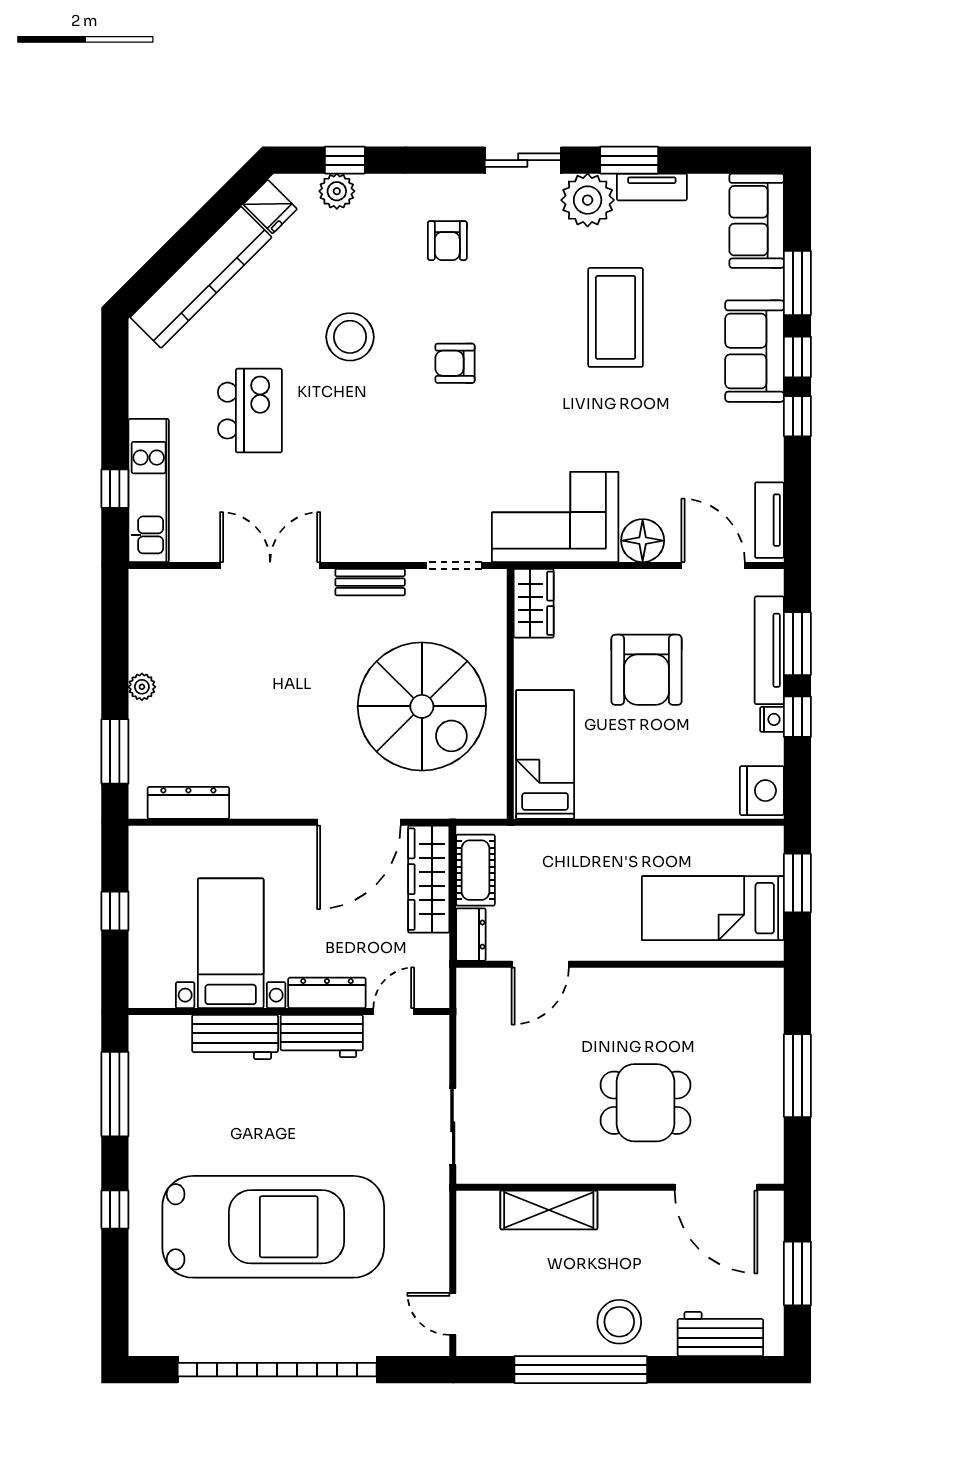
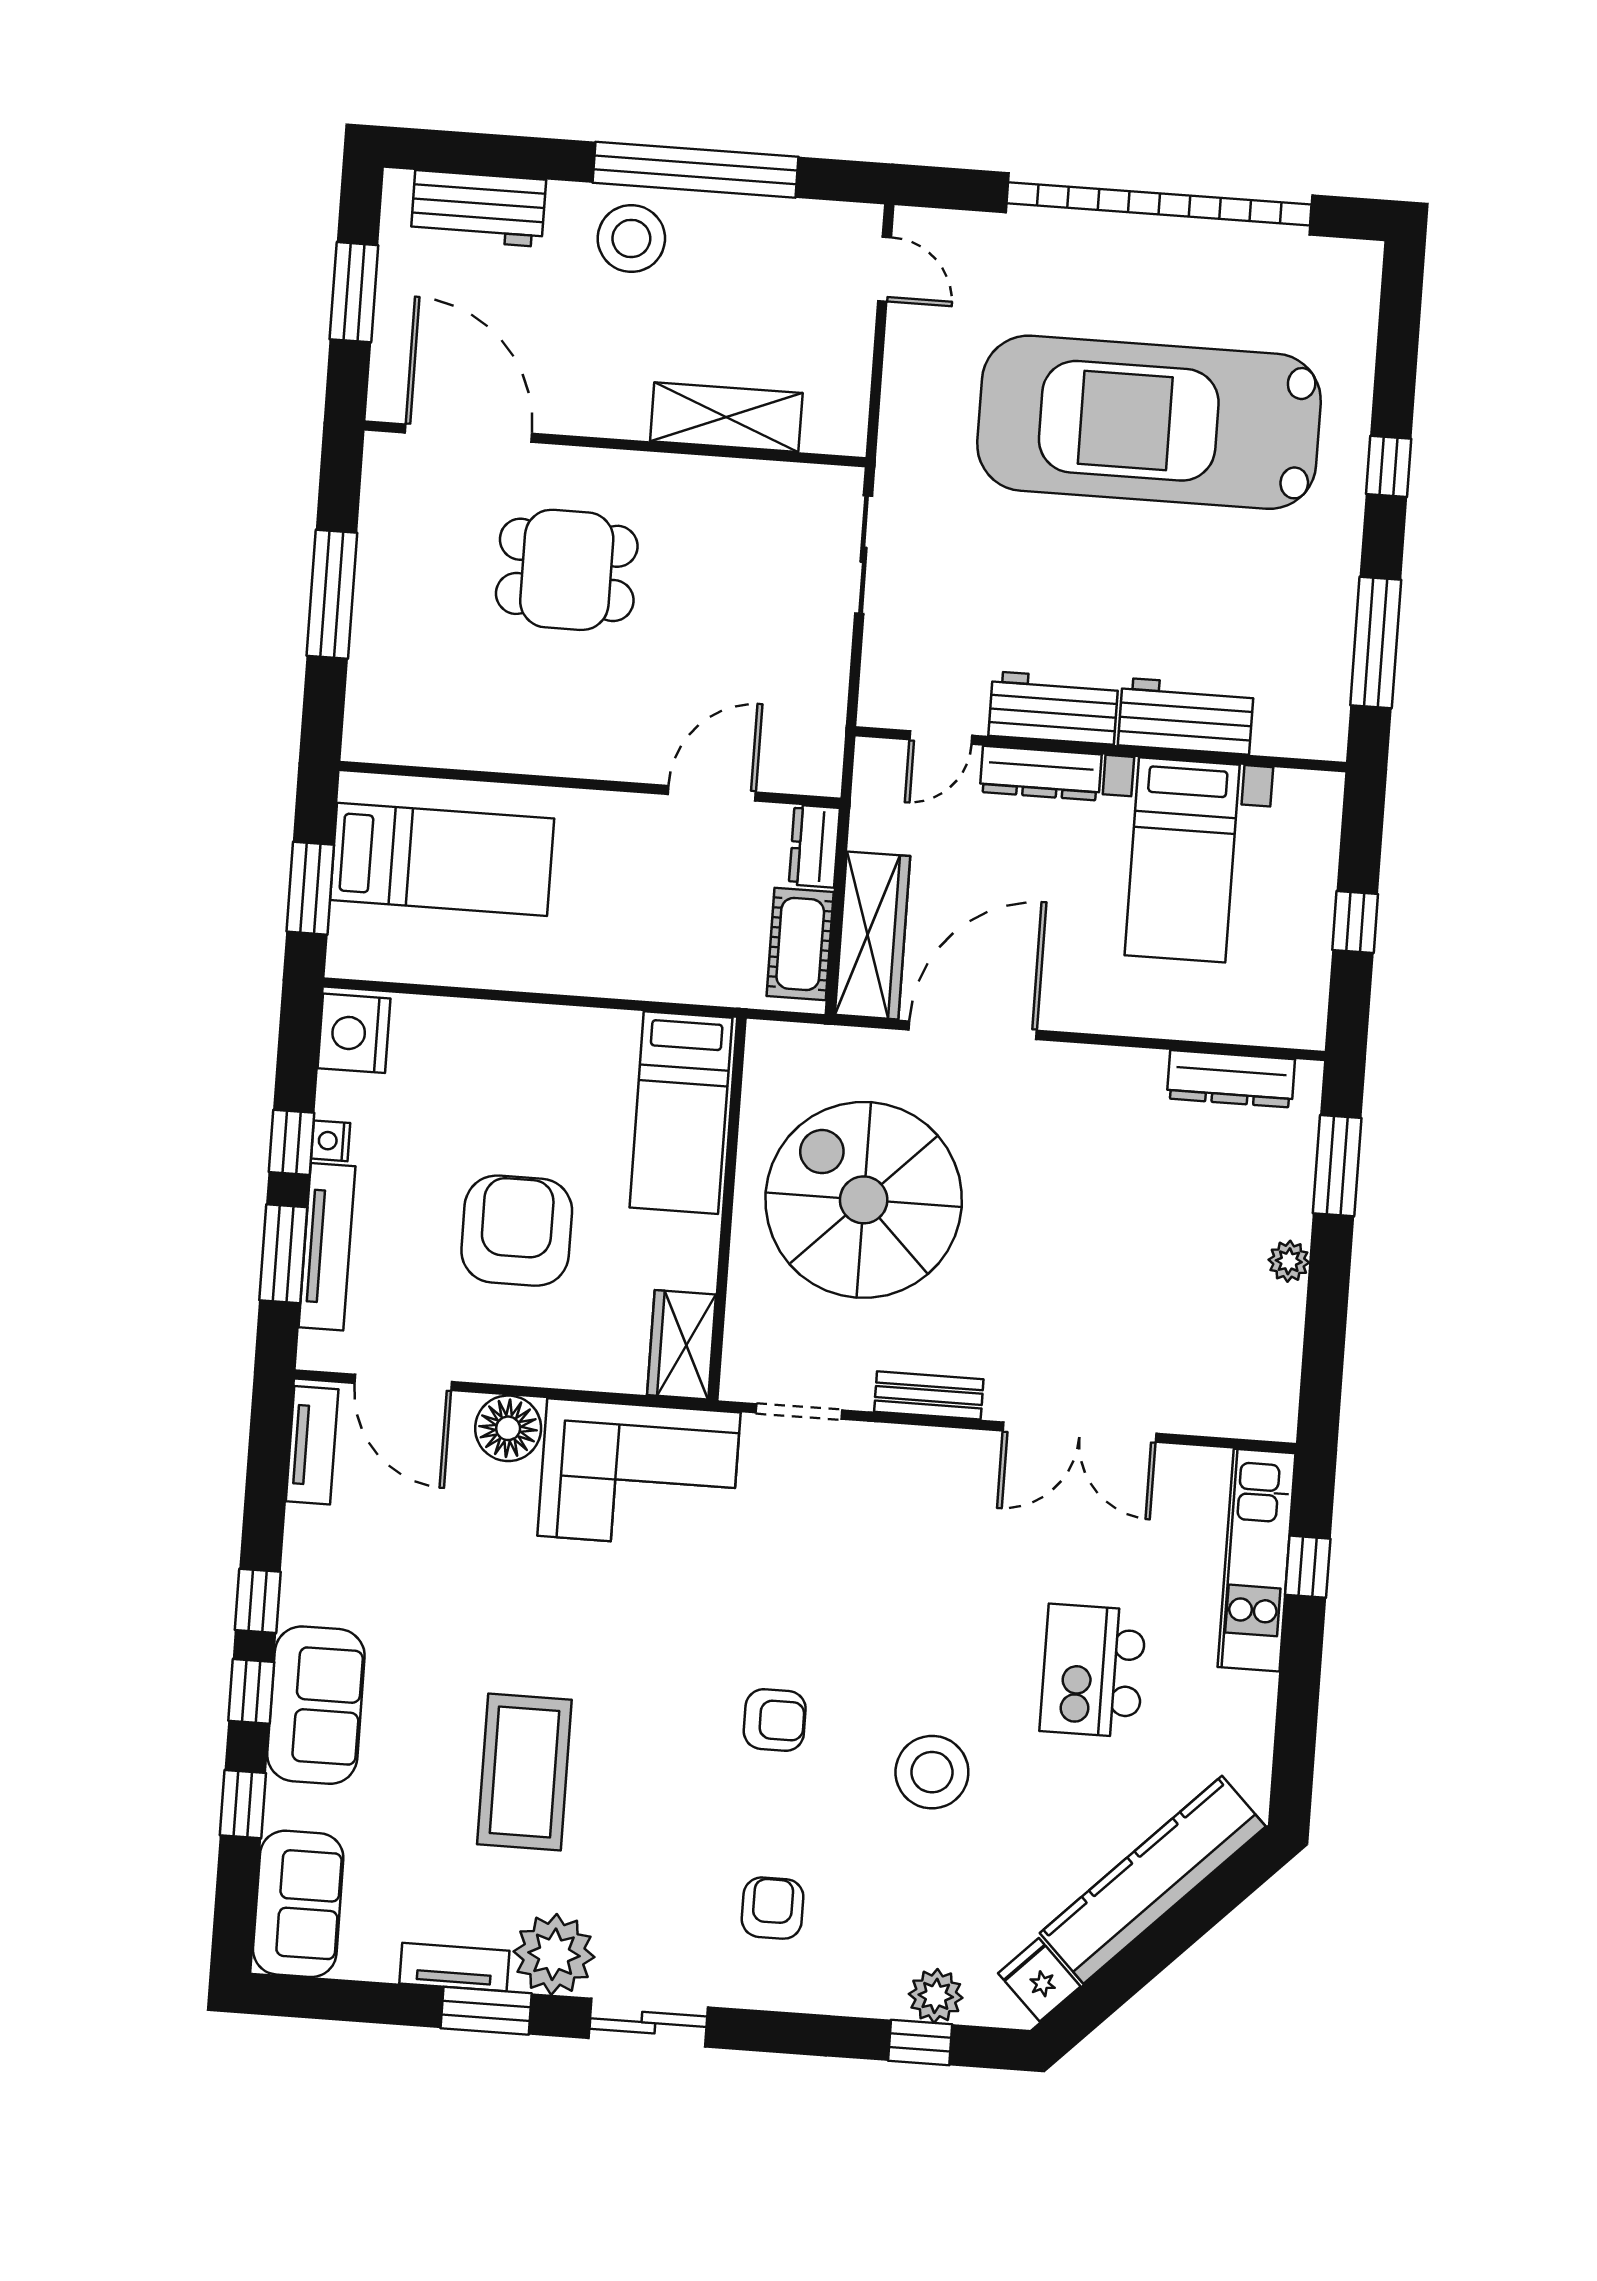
window: (797, 283) -> (243, 1804), width x0.67

